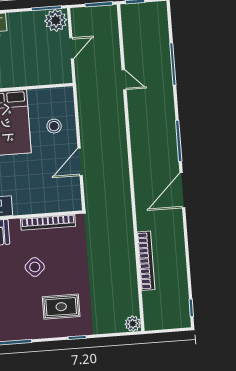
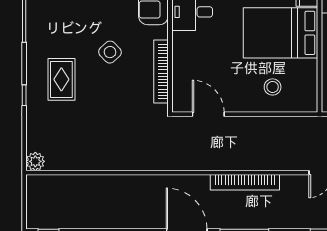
door: (80, 162) -> (208, 114), moved
bookcase: (146, 261) -> (245, 182), moved

